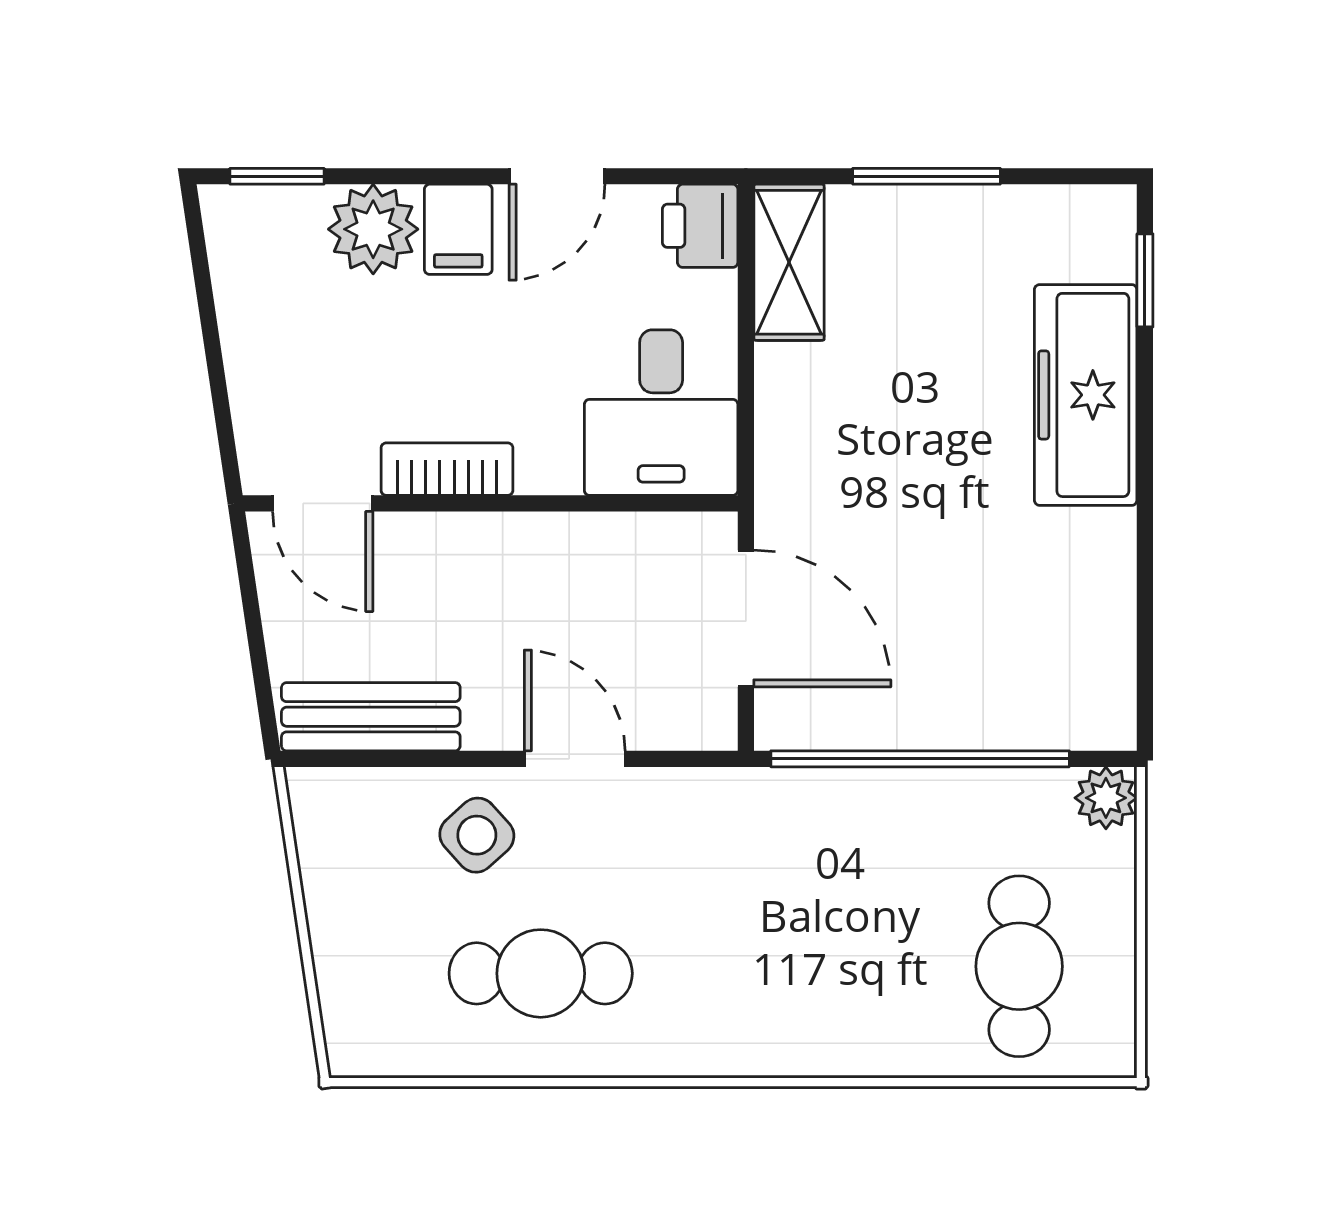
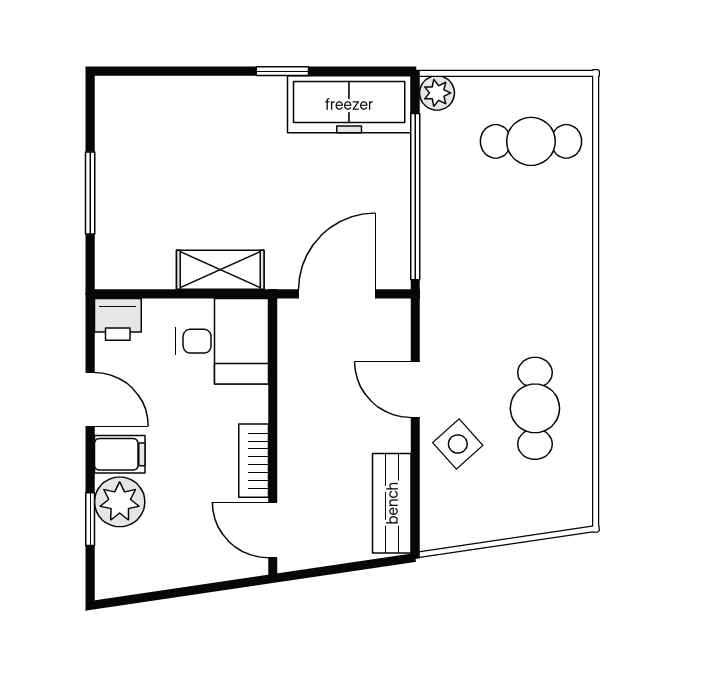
window: (277, 176) -> (90, 519), moved
shelving: (789, 262) -> (220, 270), moved
window: (1145, 280) -> (282, 71), moved
freezer: (1086, 395) -> (349, 104), moved
door: (323, 503) -> (273, 530), swing flipped
door: (575, 759) -> (415, 389), hinge flipped

